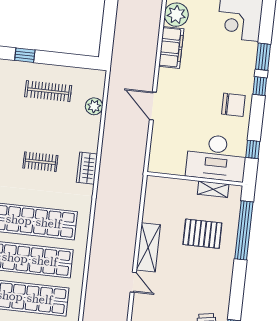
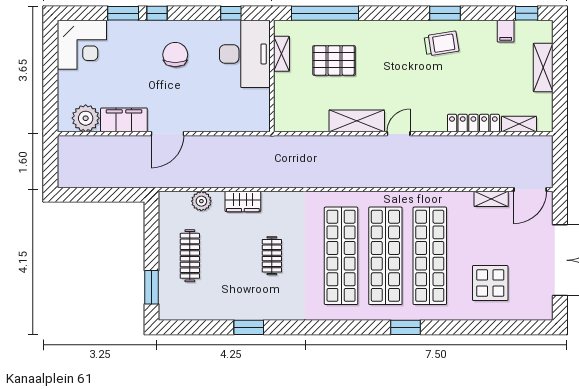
window: (25, 55) -> (151, 287), width x1.50
chair: (233, 105) -> (175, 55), moved
door: (153, 106) -> (167, 134), moved
wardrobe: (87, 168) -> (243, 201), moved
pallet: (202, 234) -> (334, 60), turned 90

